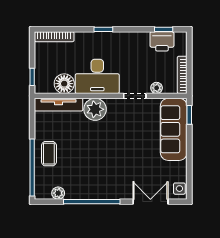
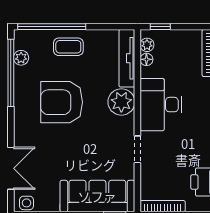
floor lamp: (64, 84) -> (146, 59), width x0.53, depth x0.53
plant: (157, 88) -> (147, 45), moved
armchair: (95, 159) -> (62, 102), added
window: (92, 202) -> (11, 73), moved

